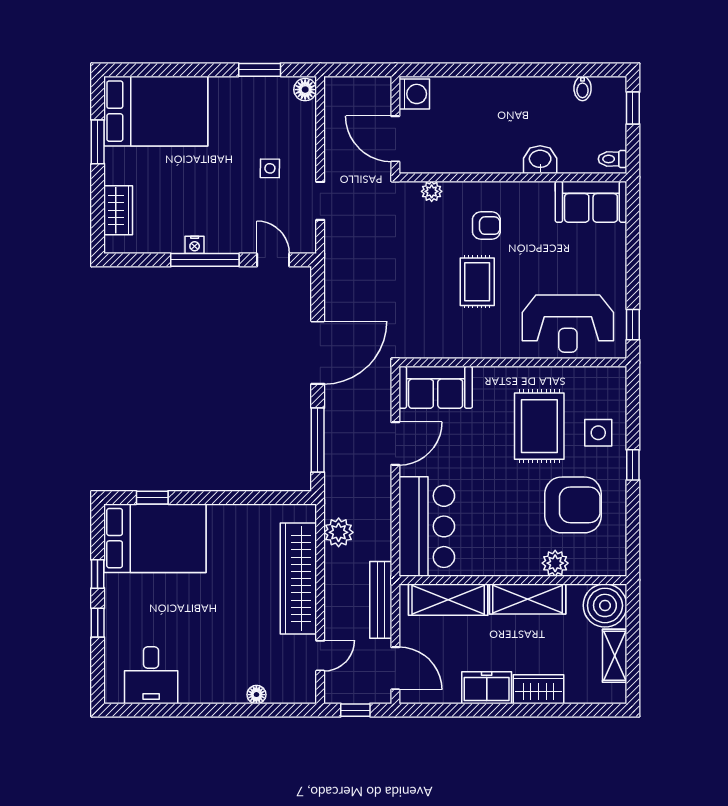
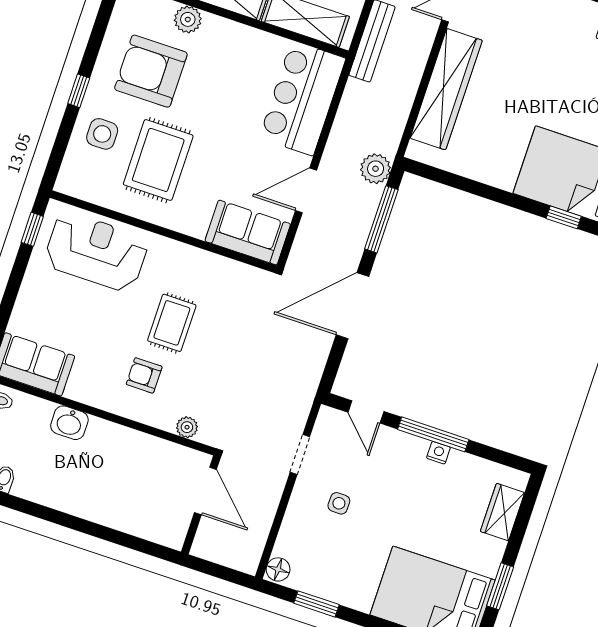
washing machine: (414, 94) -> (172, 529), removed
plant: (339, 532) -> (376, 169), moved

